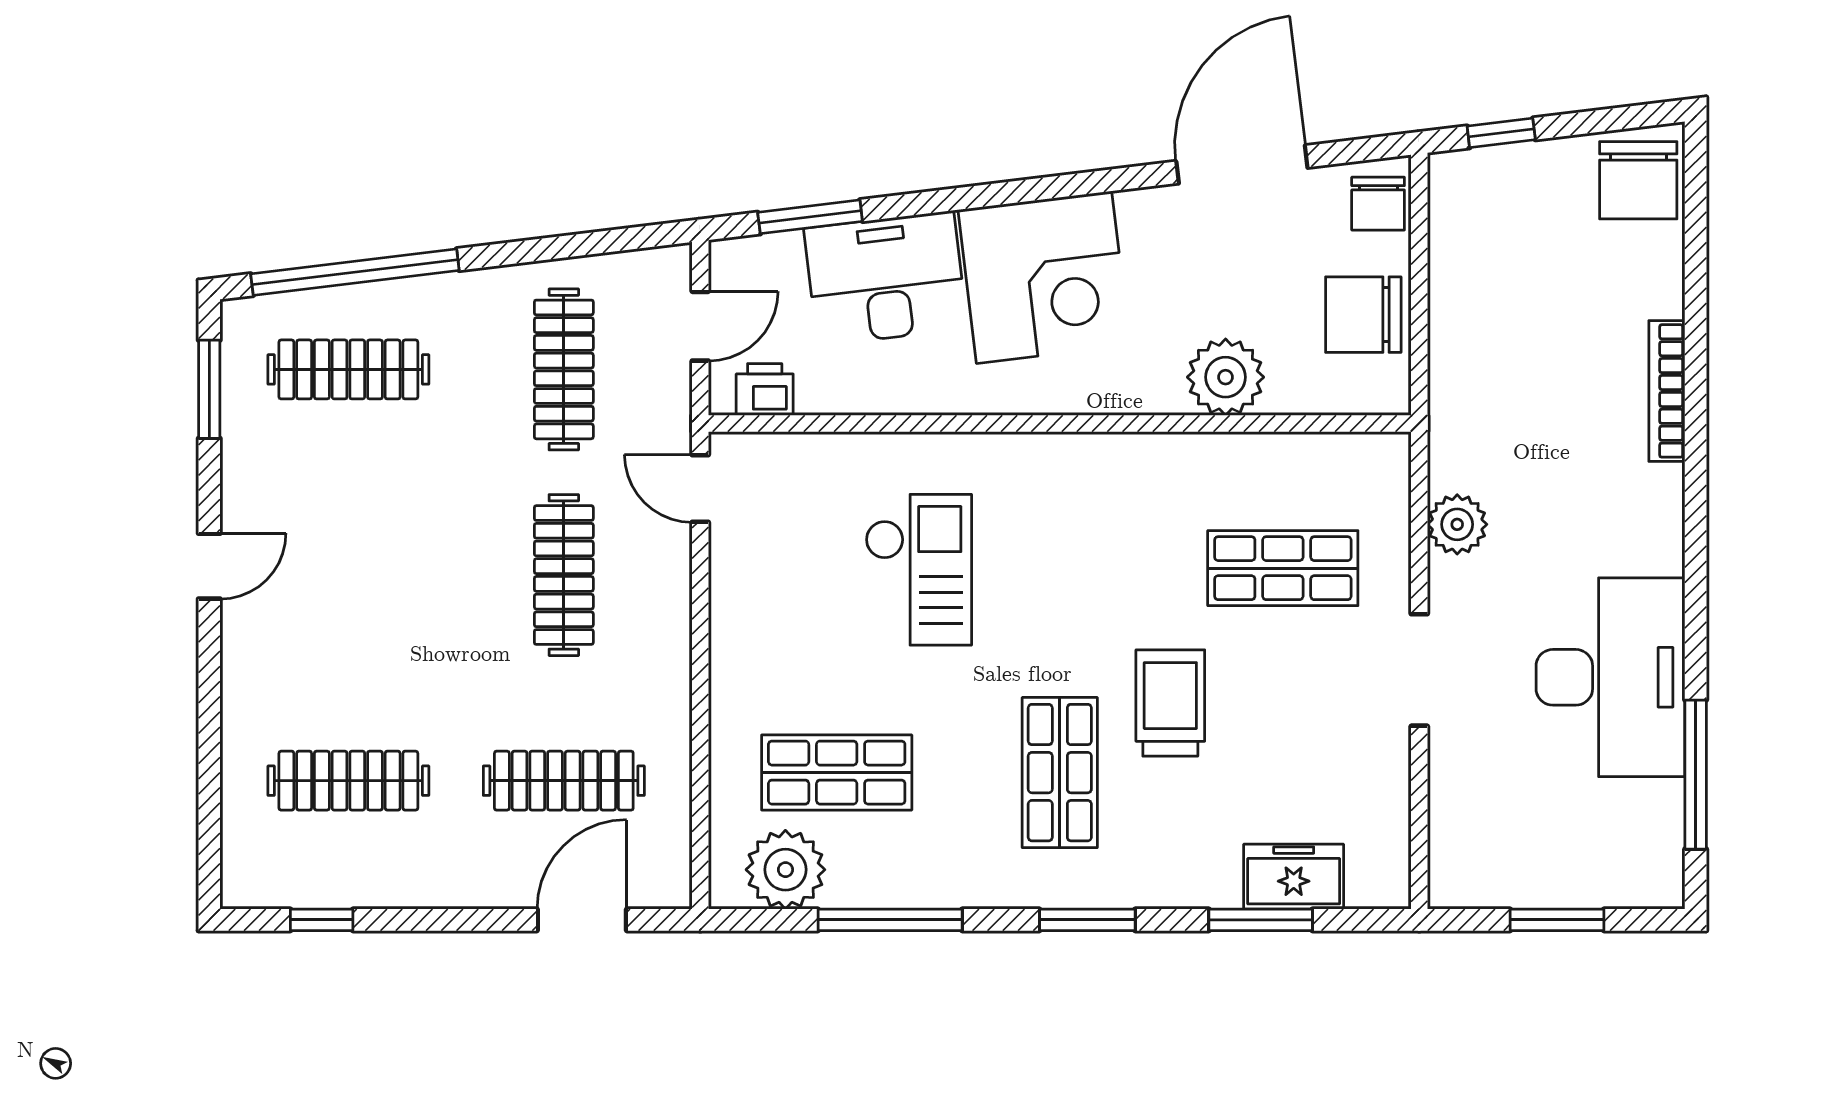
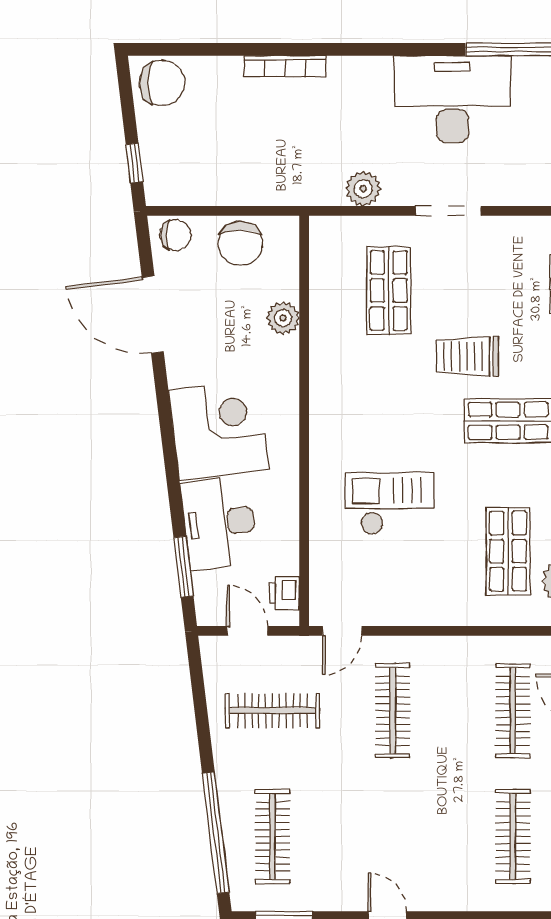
plant: (1226, 377) -> (283, 318), width x0.73, depth x0.73
clothes rail: (564, 575) -> (393, 711), turned 90

